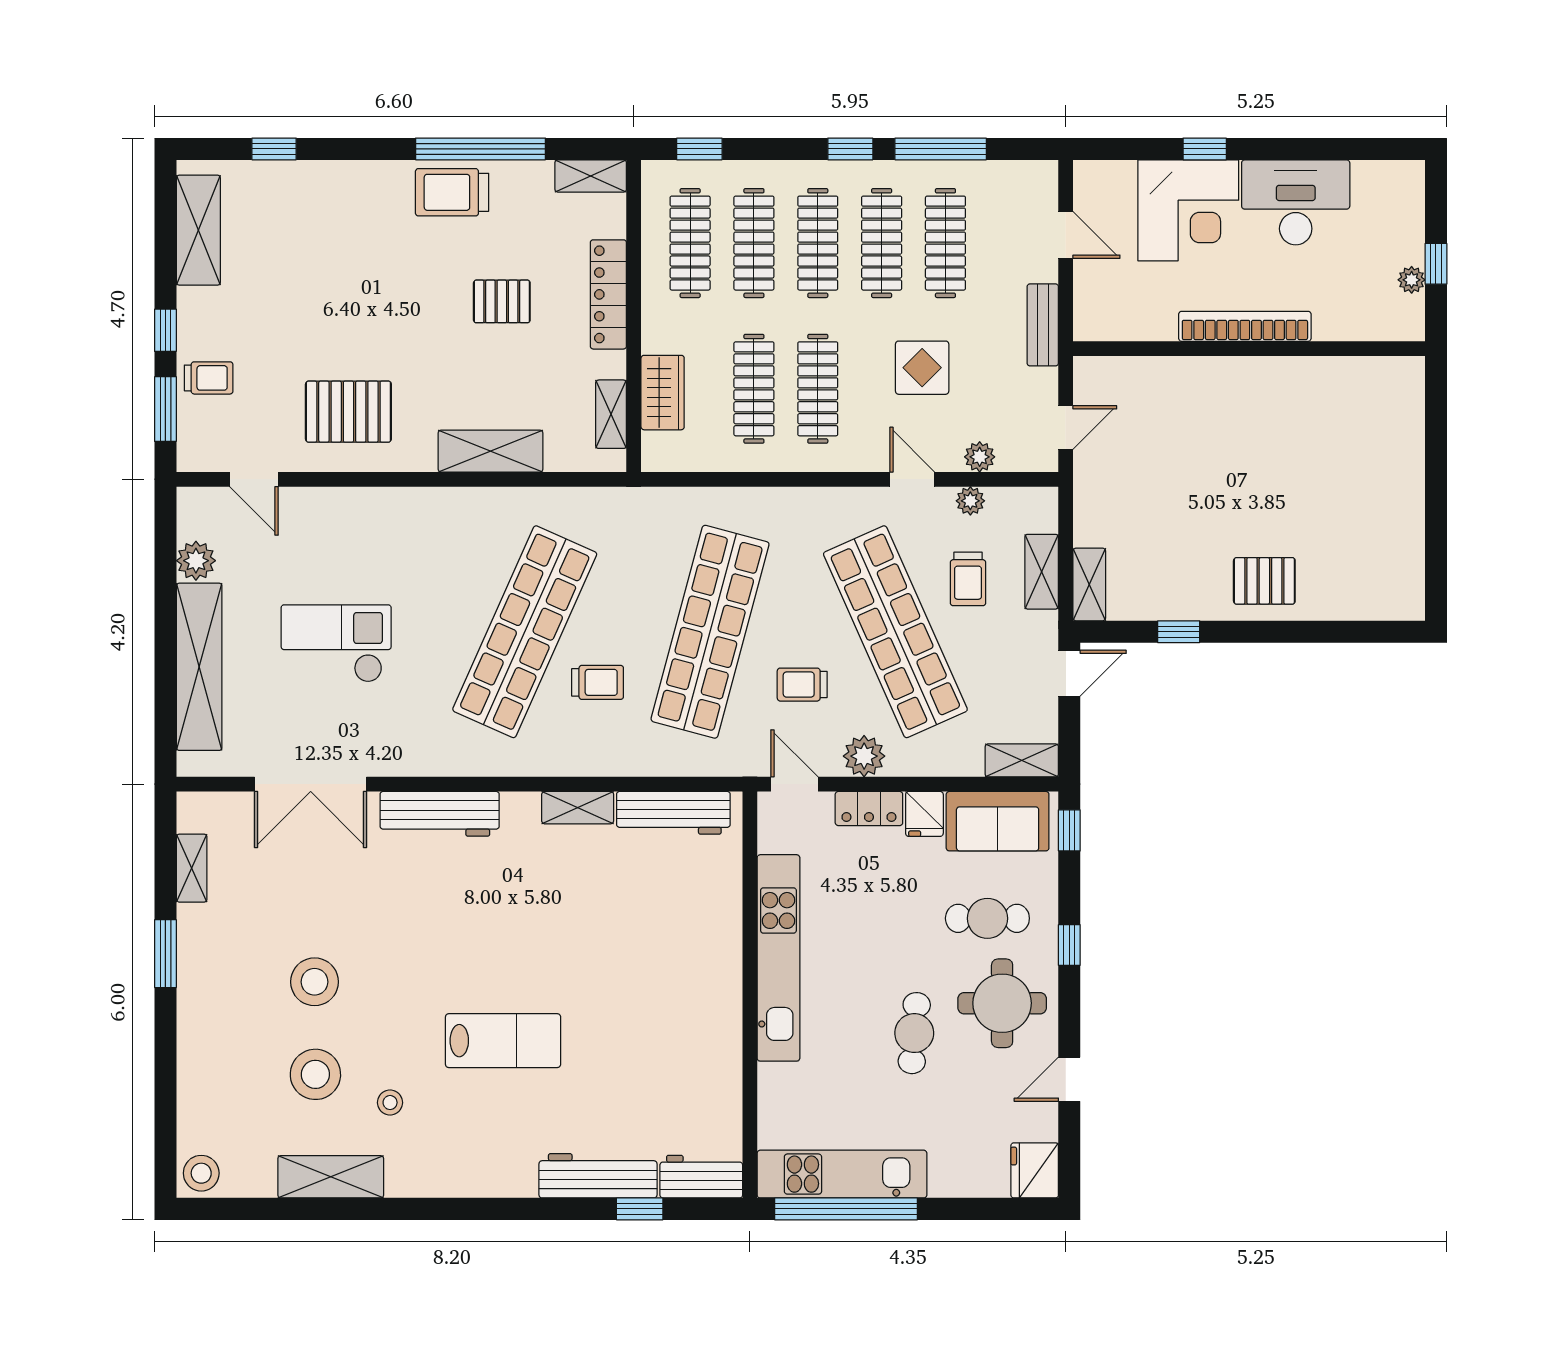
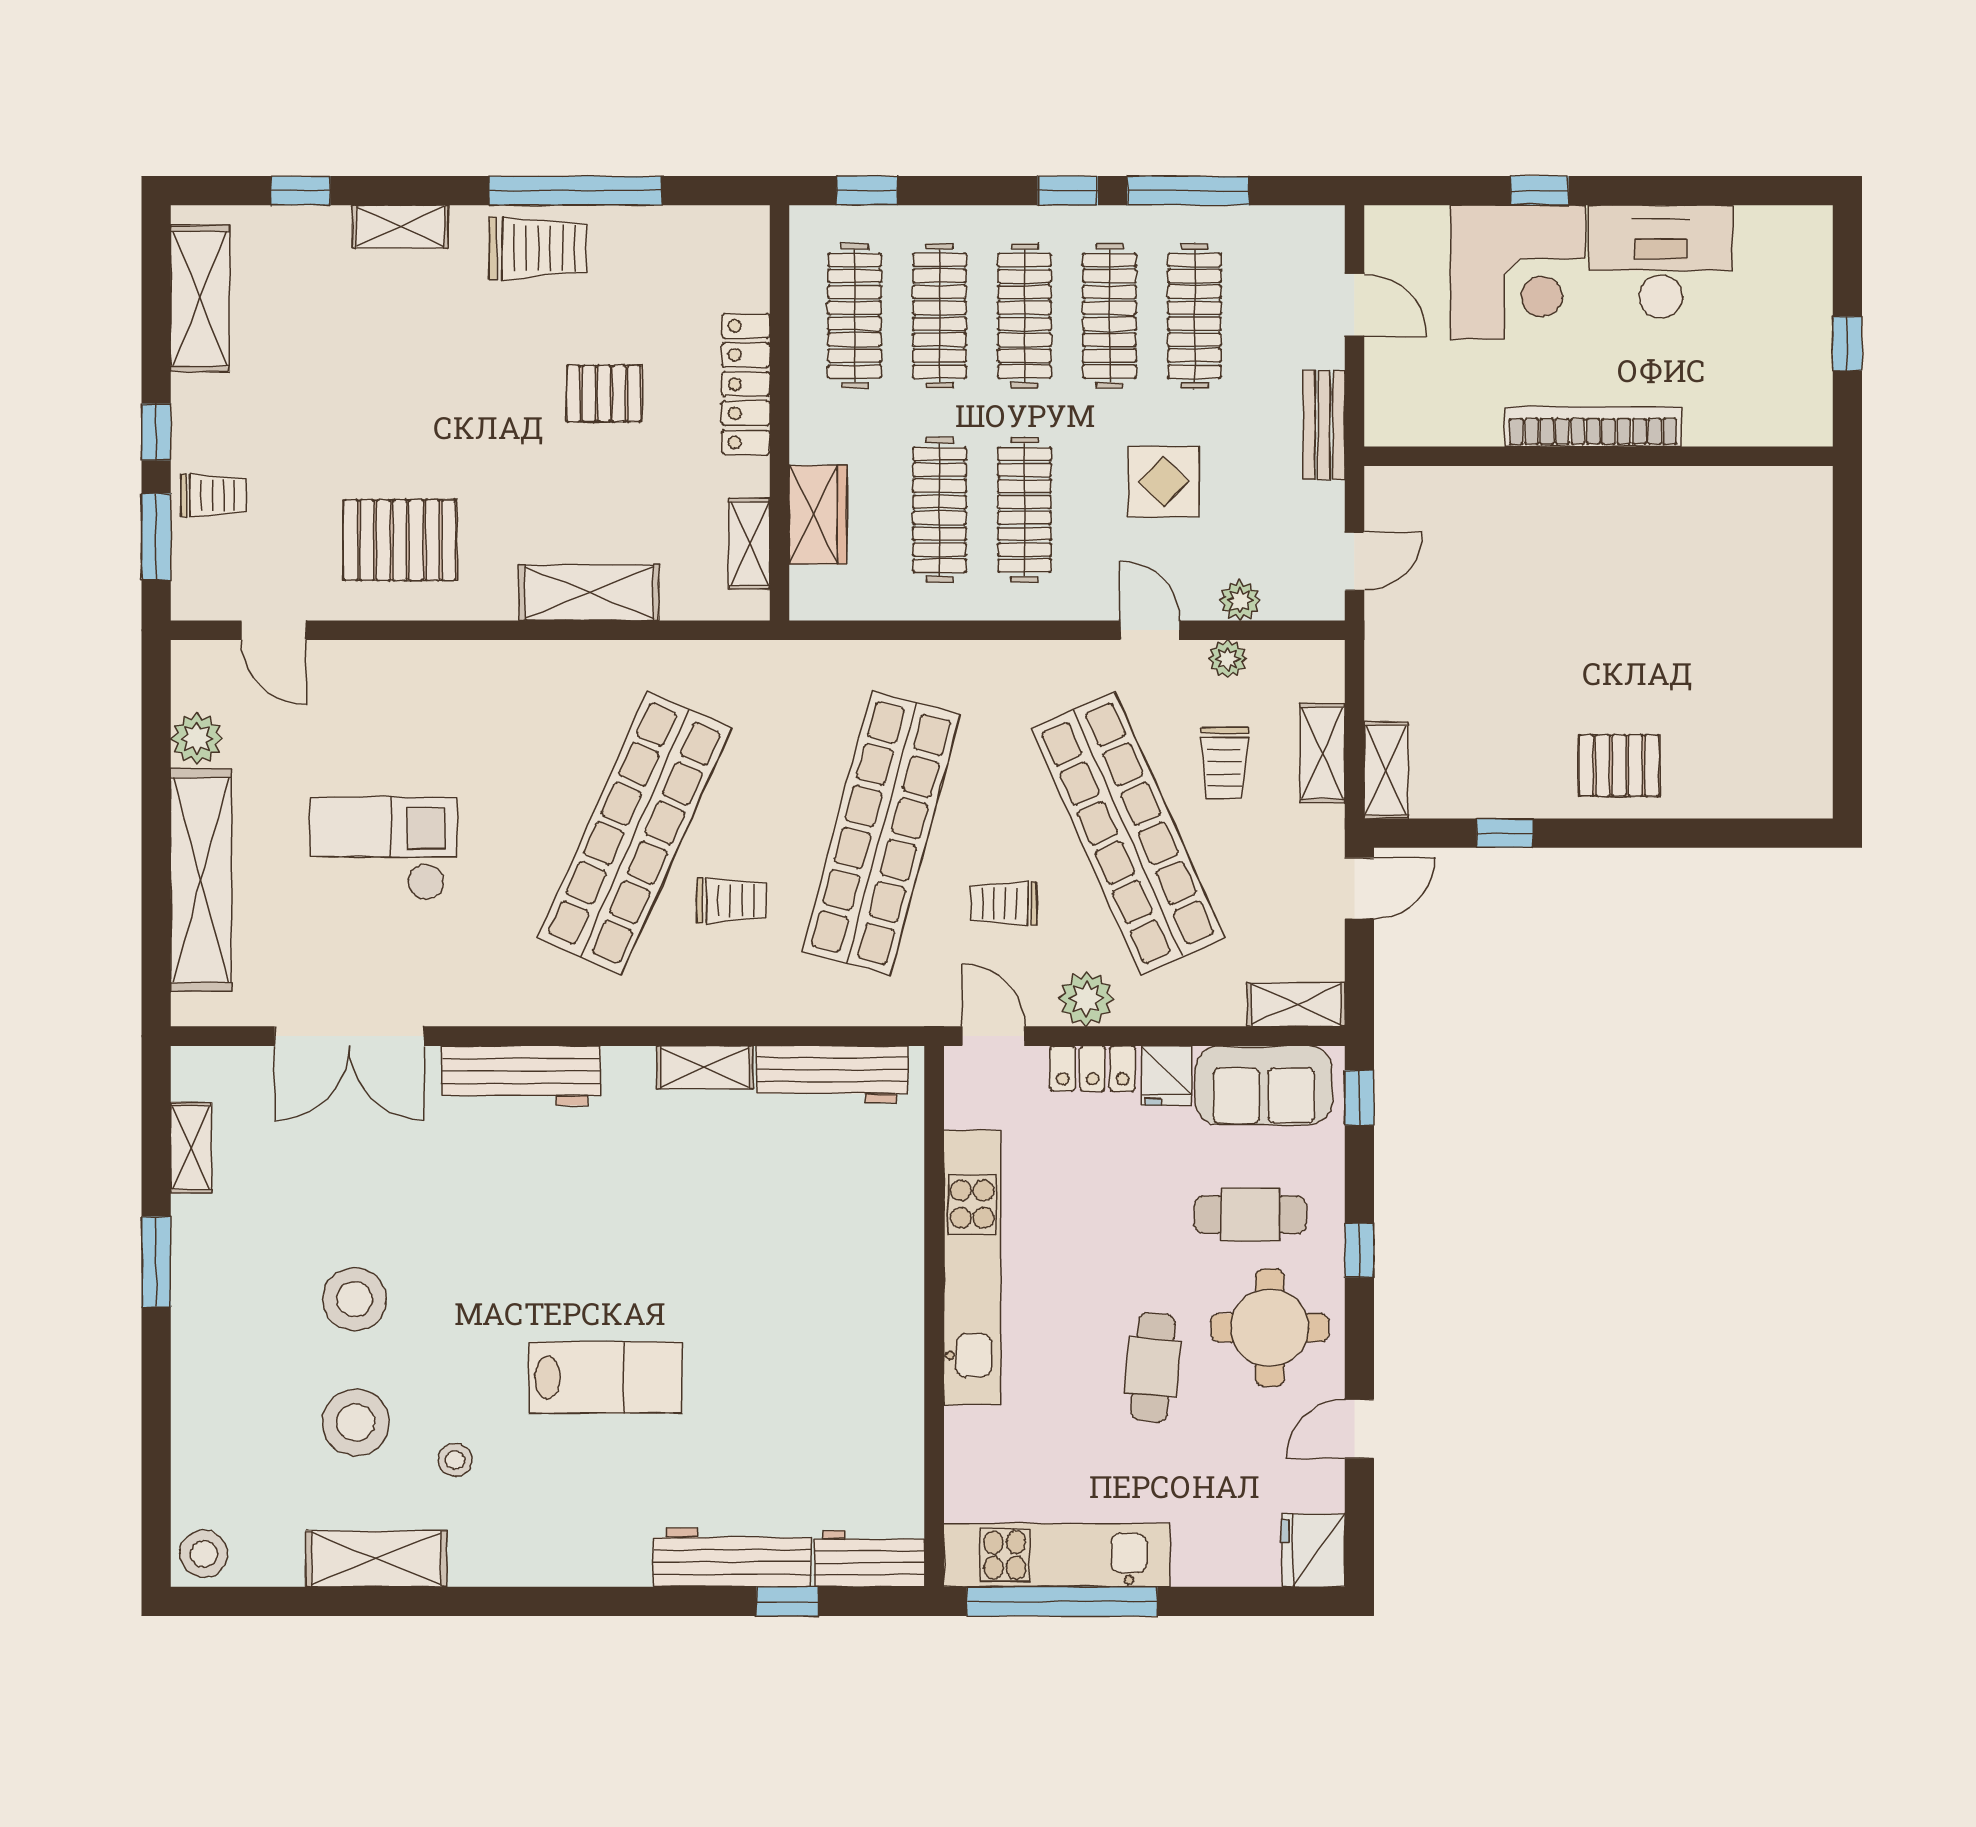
shelving: (591, 176) -> (400, 226), moved
trolley: (452, 192) -> (538, 248), turned 180
plant: (1412, 280) -> (1815, 365), removed

